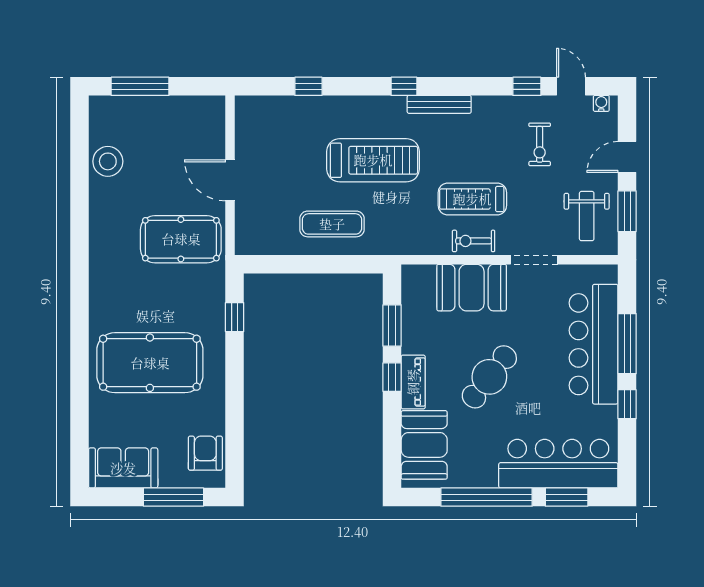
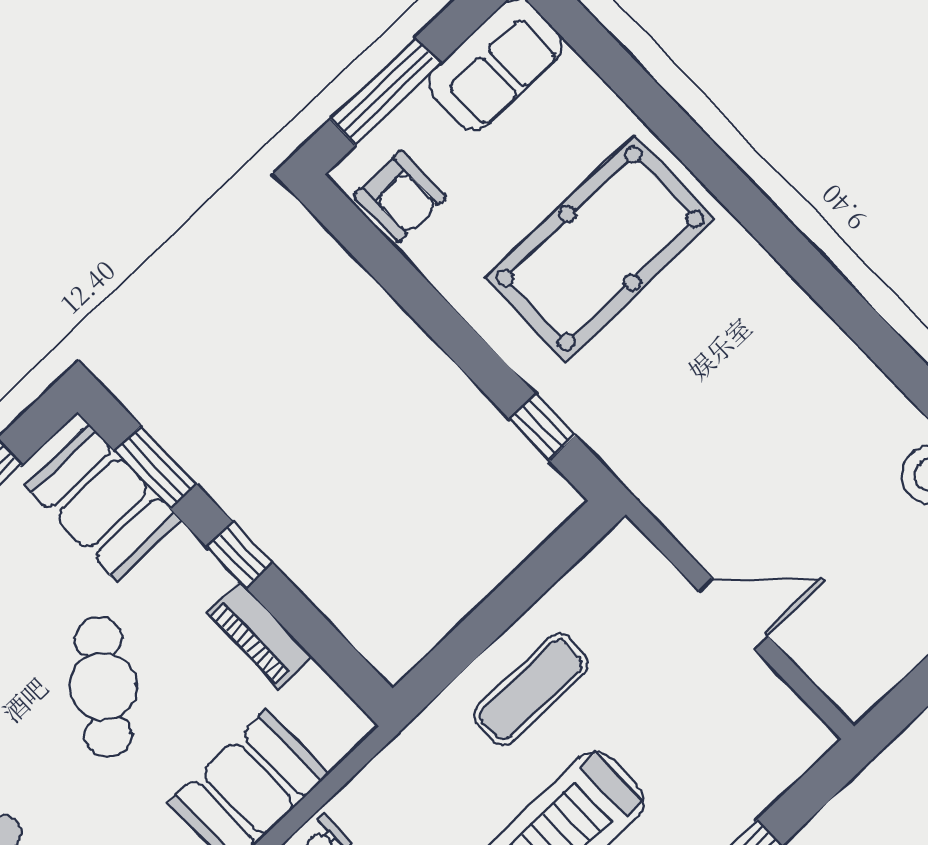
pool table: (181, 239) -> (723, 464), removed
window: (392, 325) -> (156, 468), moved
piano: (413, 382) -> (259, 635), moved

